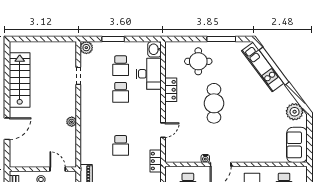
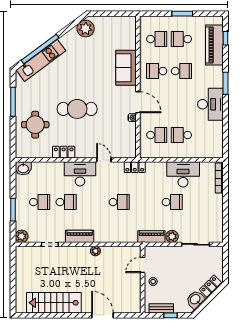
desk: (149, 74) -> (80, 174), moved
piano: (86, 106) -> (80, 236), added
sofa: (297, 145) -> (126, 68), moved, turned 90

